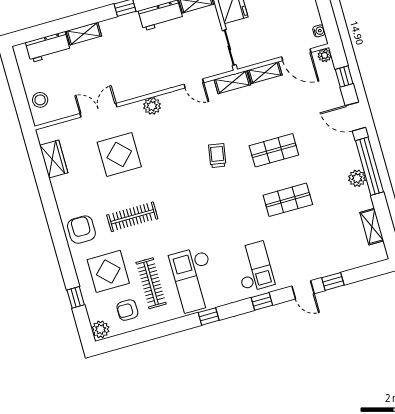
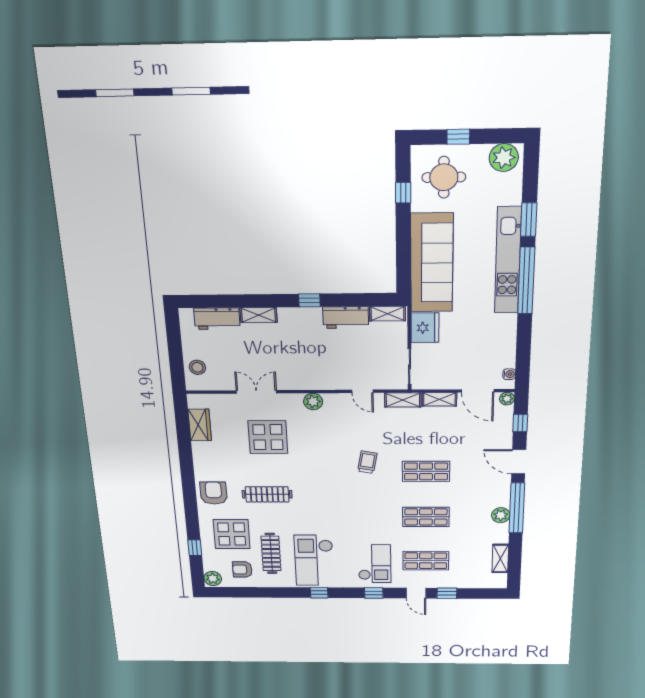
shop shelf: (302, 249) -> (426, 561), added

